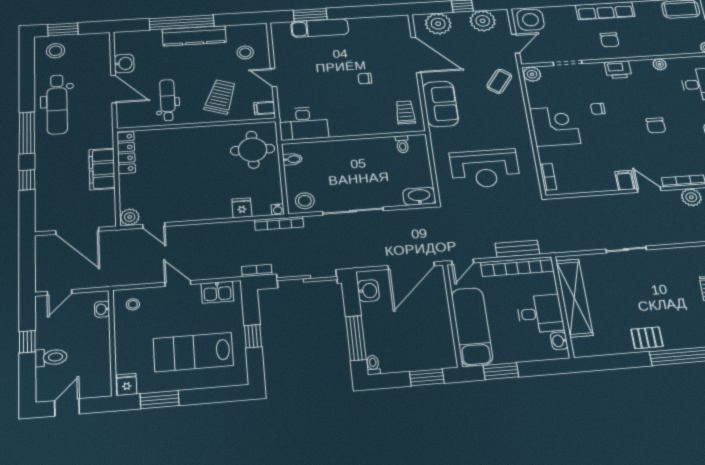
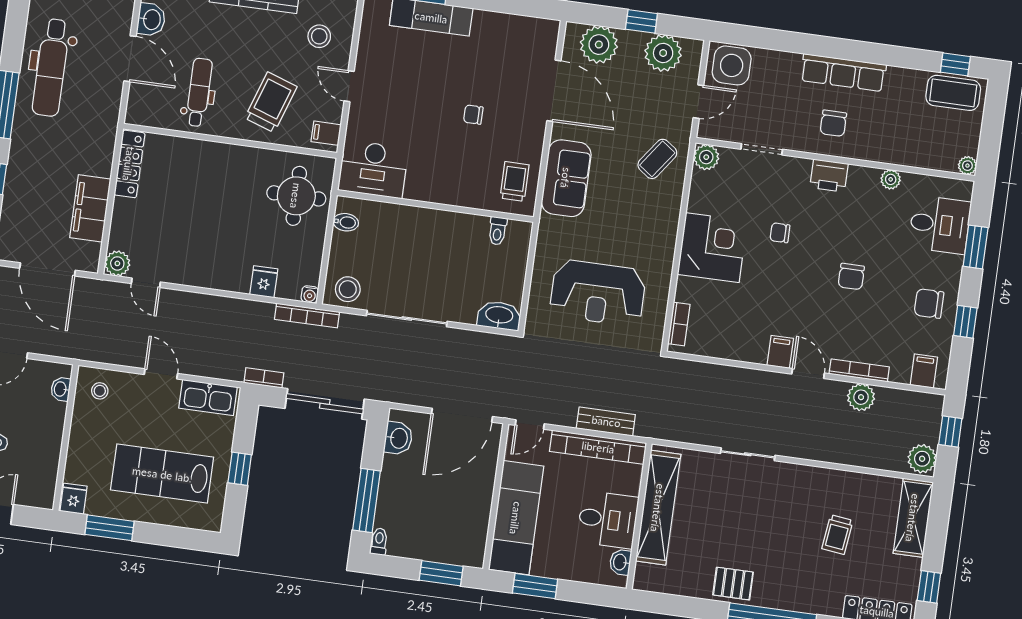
filing cabinet: (102, 169) -> (90, 208), moved
kitchen sink: (217, 292) -> (208, 398), width x1.38

